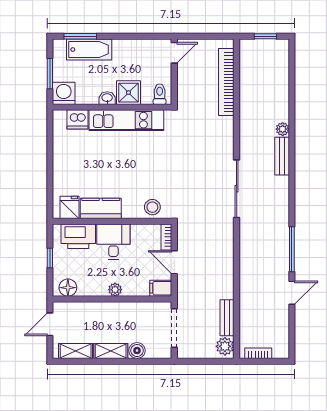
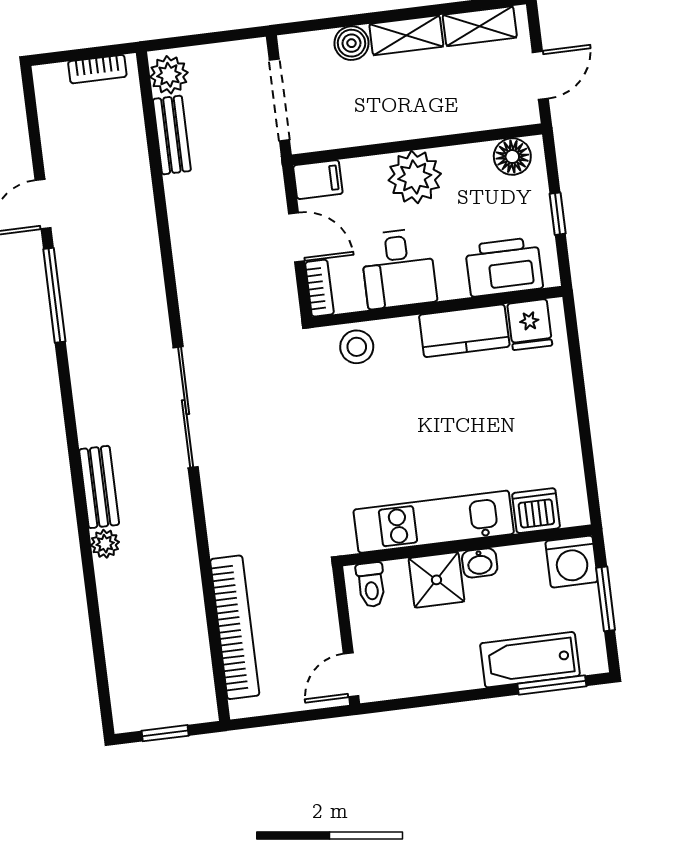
desk: (113, 242) -> (398, 268), moved
plant: (115, 290) -> (415, 177), width x1.88, depth x1.88

